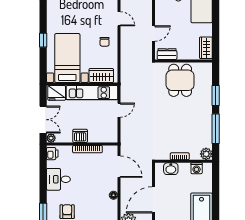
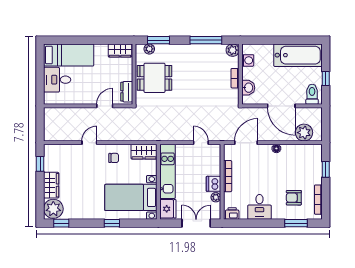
door: (154, 33) -> (105, 106), hinge flipped
plant: (207, 75) -> (149, 49), added
wardrobe: (101, 76) -> (144, 152), moved, turned -90
window: (216, 96) -> (159, 40), moved
door: (119, 110) -> (201, 143), moved
plant: (51, 138) -> (216, 197), moved

